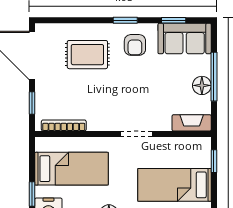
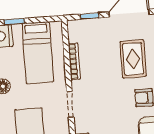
bookcase: (64, 125) -> (74, 61), moved

